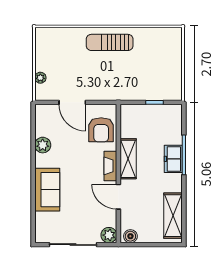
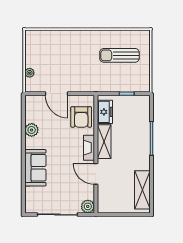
sun lounger: (110, 42) -> (119, 55), moved
freezer: (173, 159) -> (105, 112), moved, turned 180
boiler: (130, 236) -> (106, 207), removed

